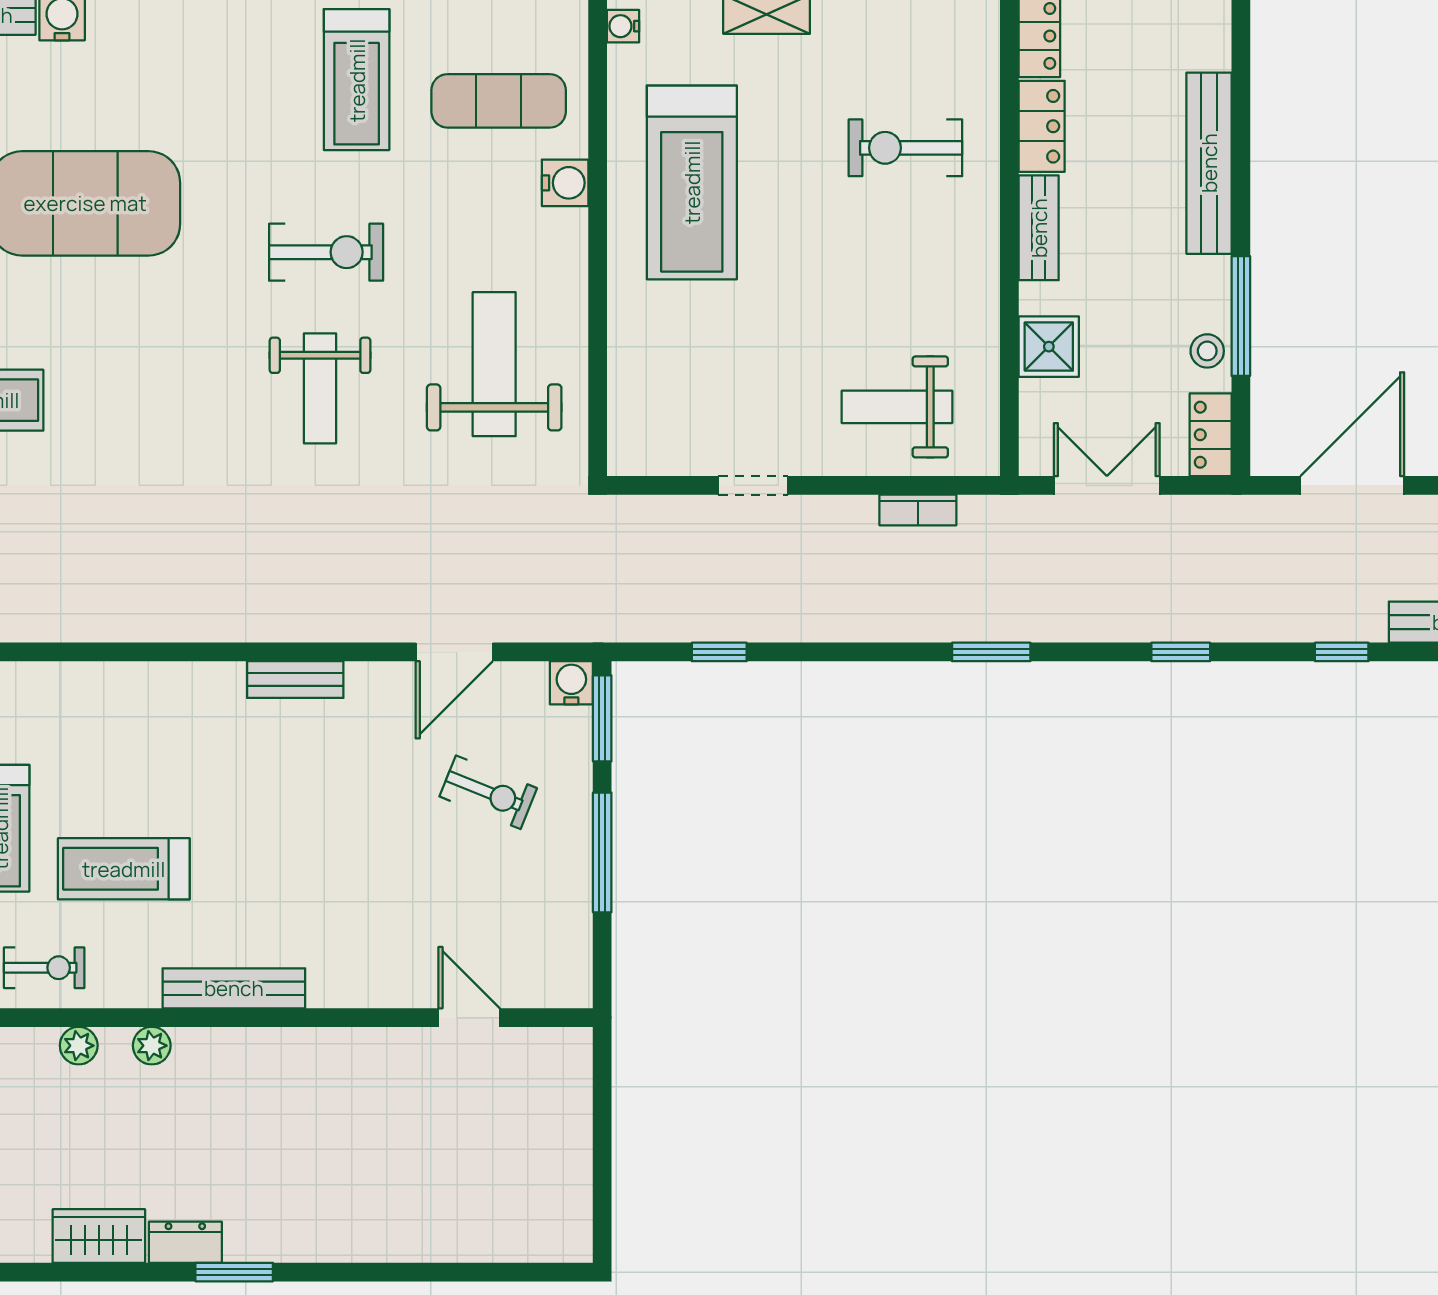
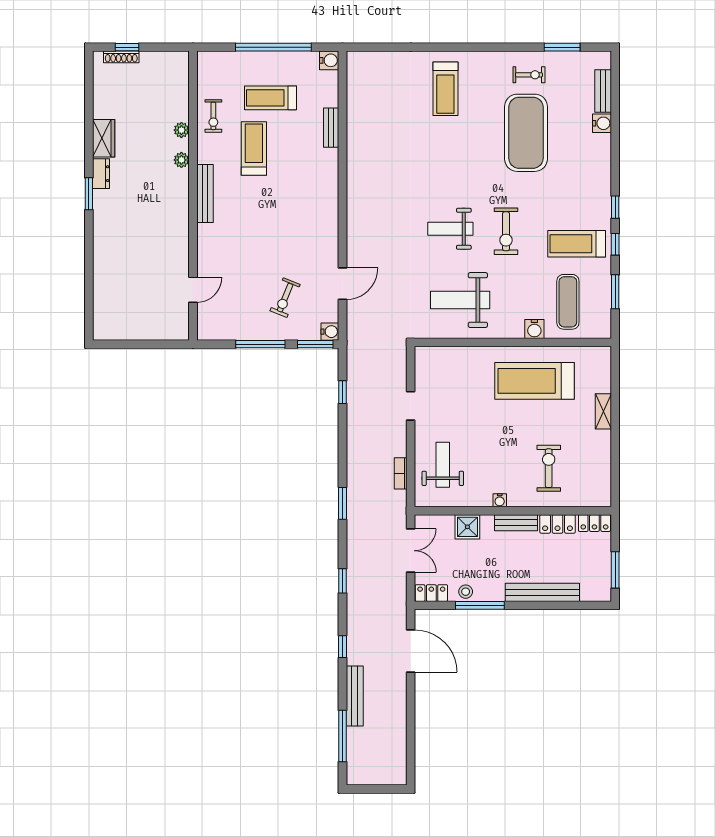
water cooler: (623, 26) -> (500, 500), moved, turned 180
weight bench: (494, 364) -> (460, 300), turned 180
door: (454, 652) -> (343, 284), swing flipped
bench: (295, 680) -> (331, 128), moved

